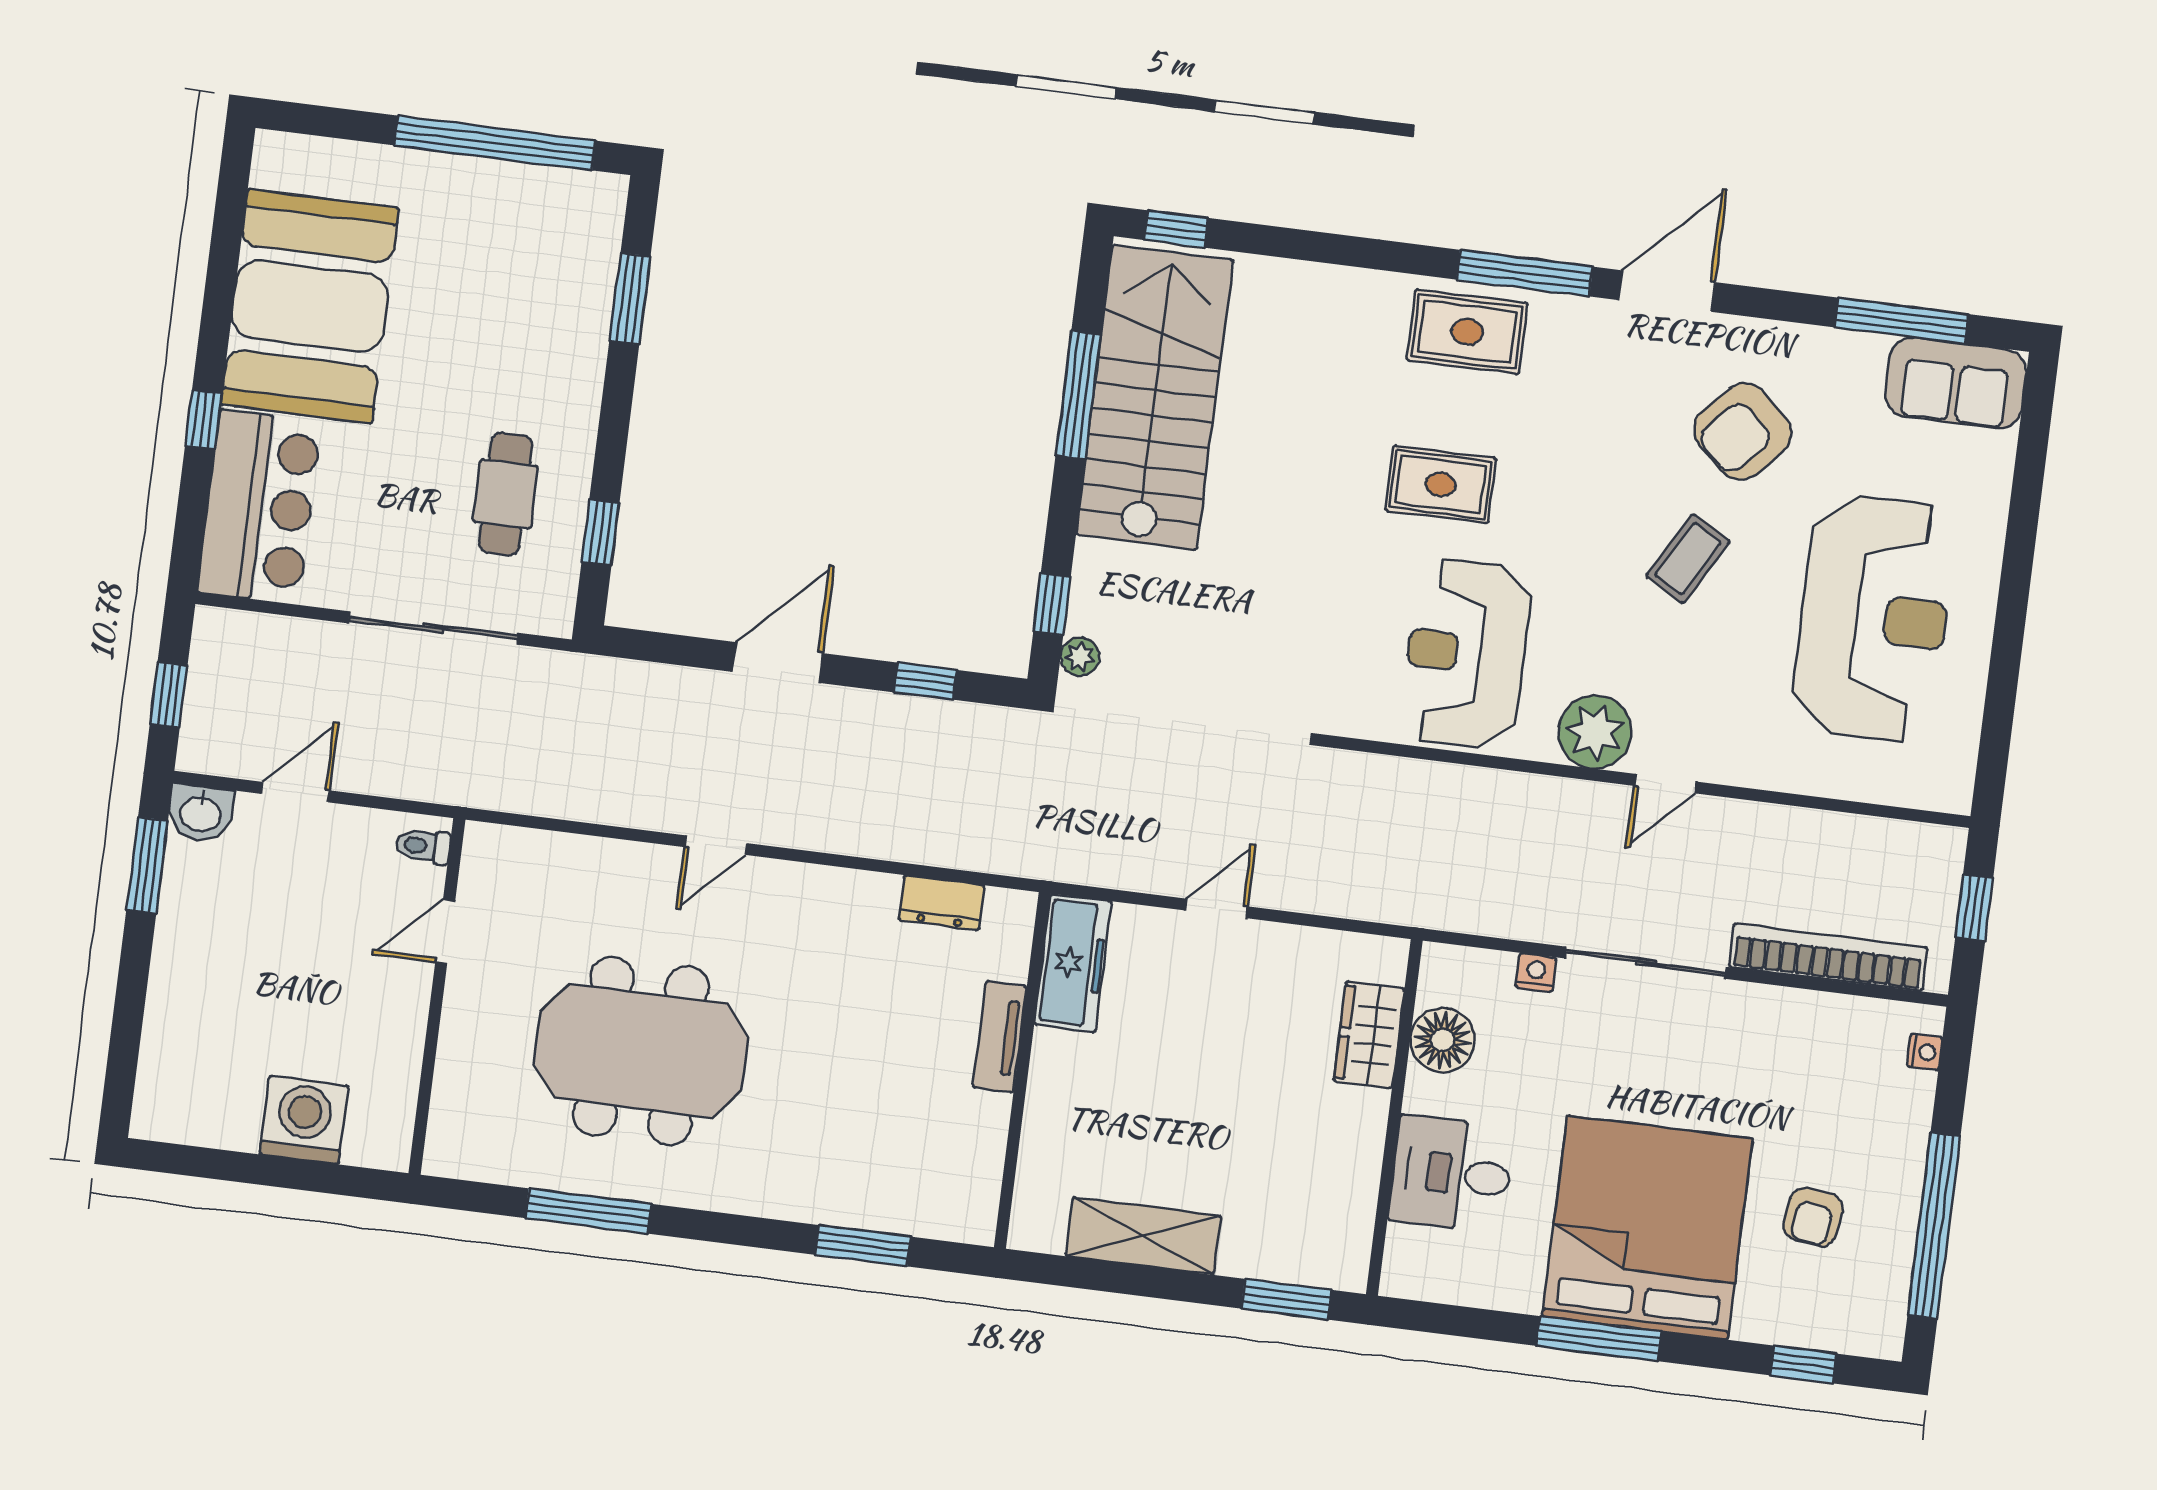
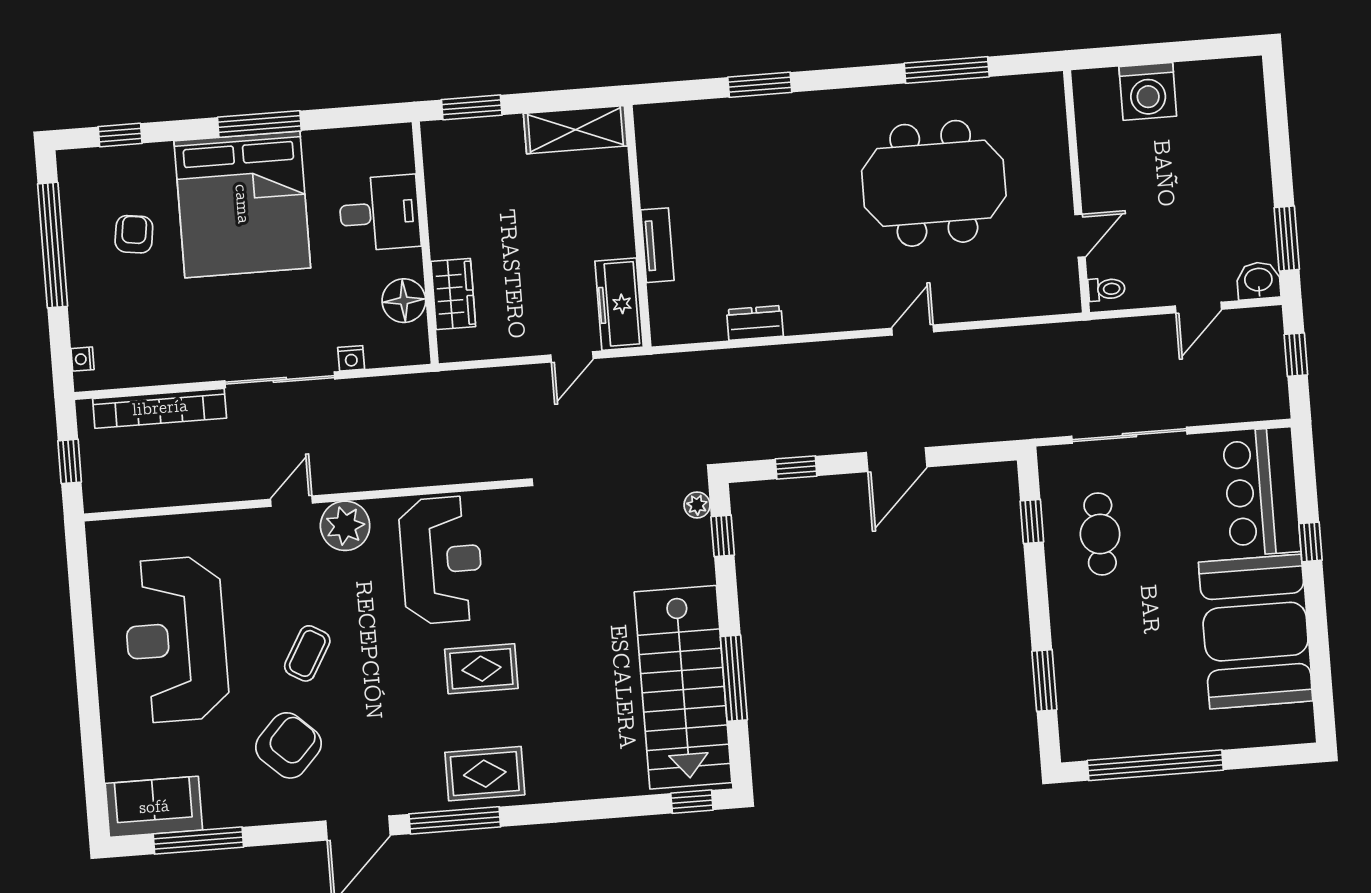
freezer: (1073, 963) -> (619, 304), moved
tv unit: (1000, 1037) -> (657, 245), moved
wall: (1022, 1070) -> (638, 226), moved

